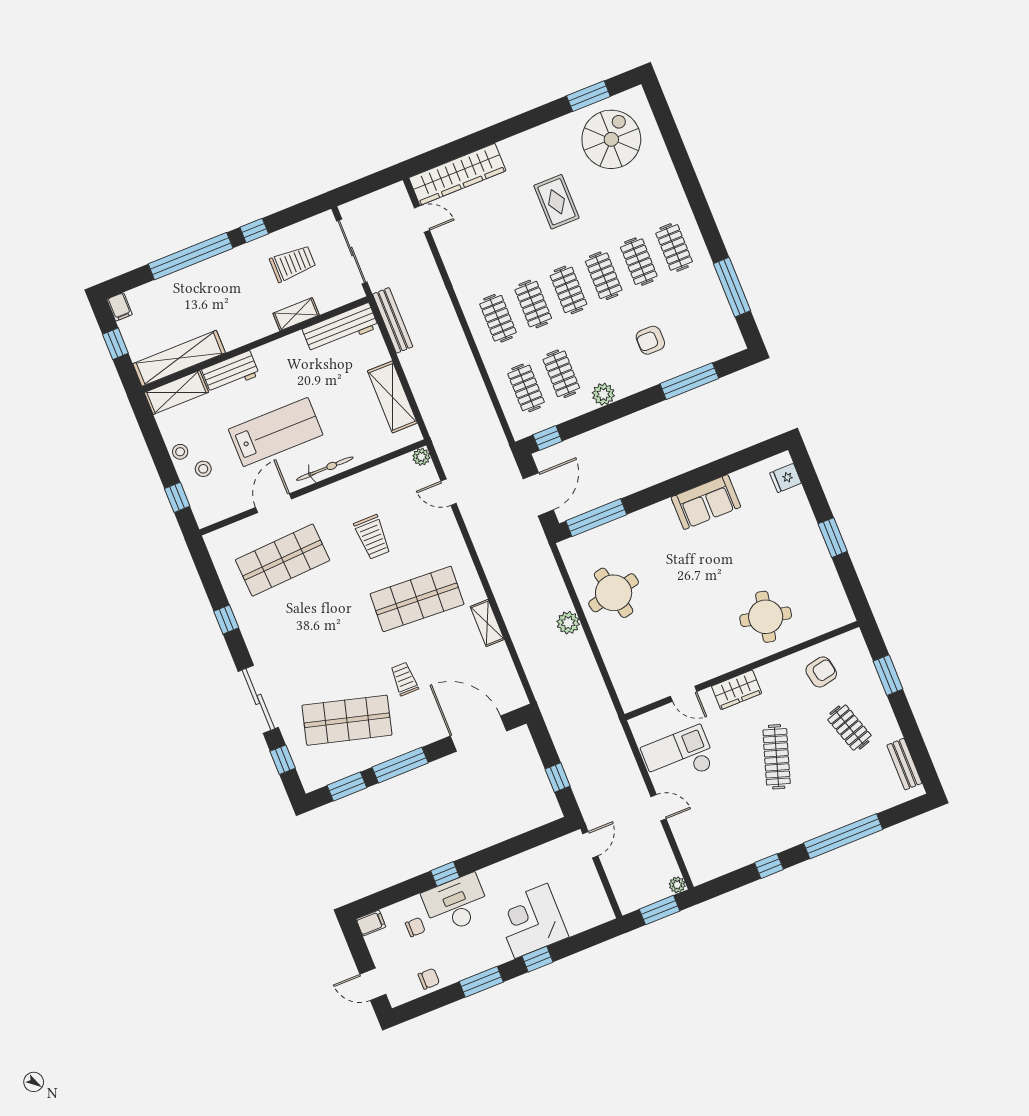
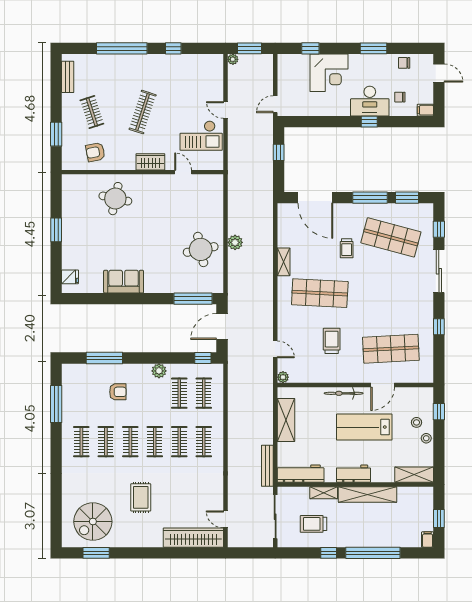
shelving: (179, 358) -> (368, 494), moved
workbench: (231, 372) -> (353, 474), moved
window: (537, 959) -> (310, 48), moved

